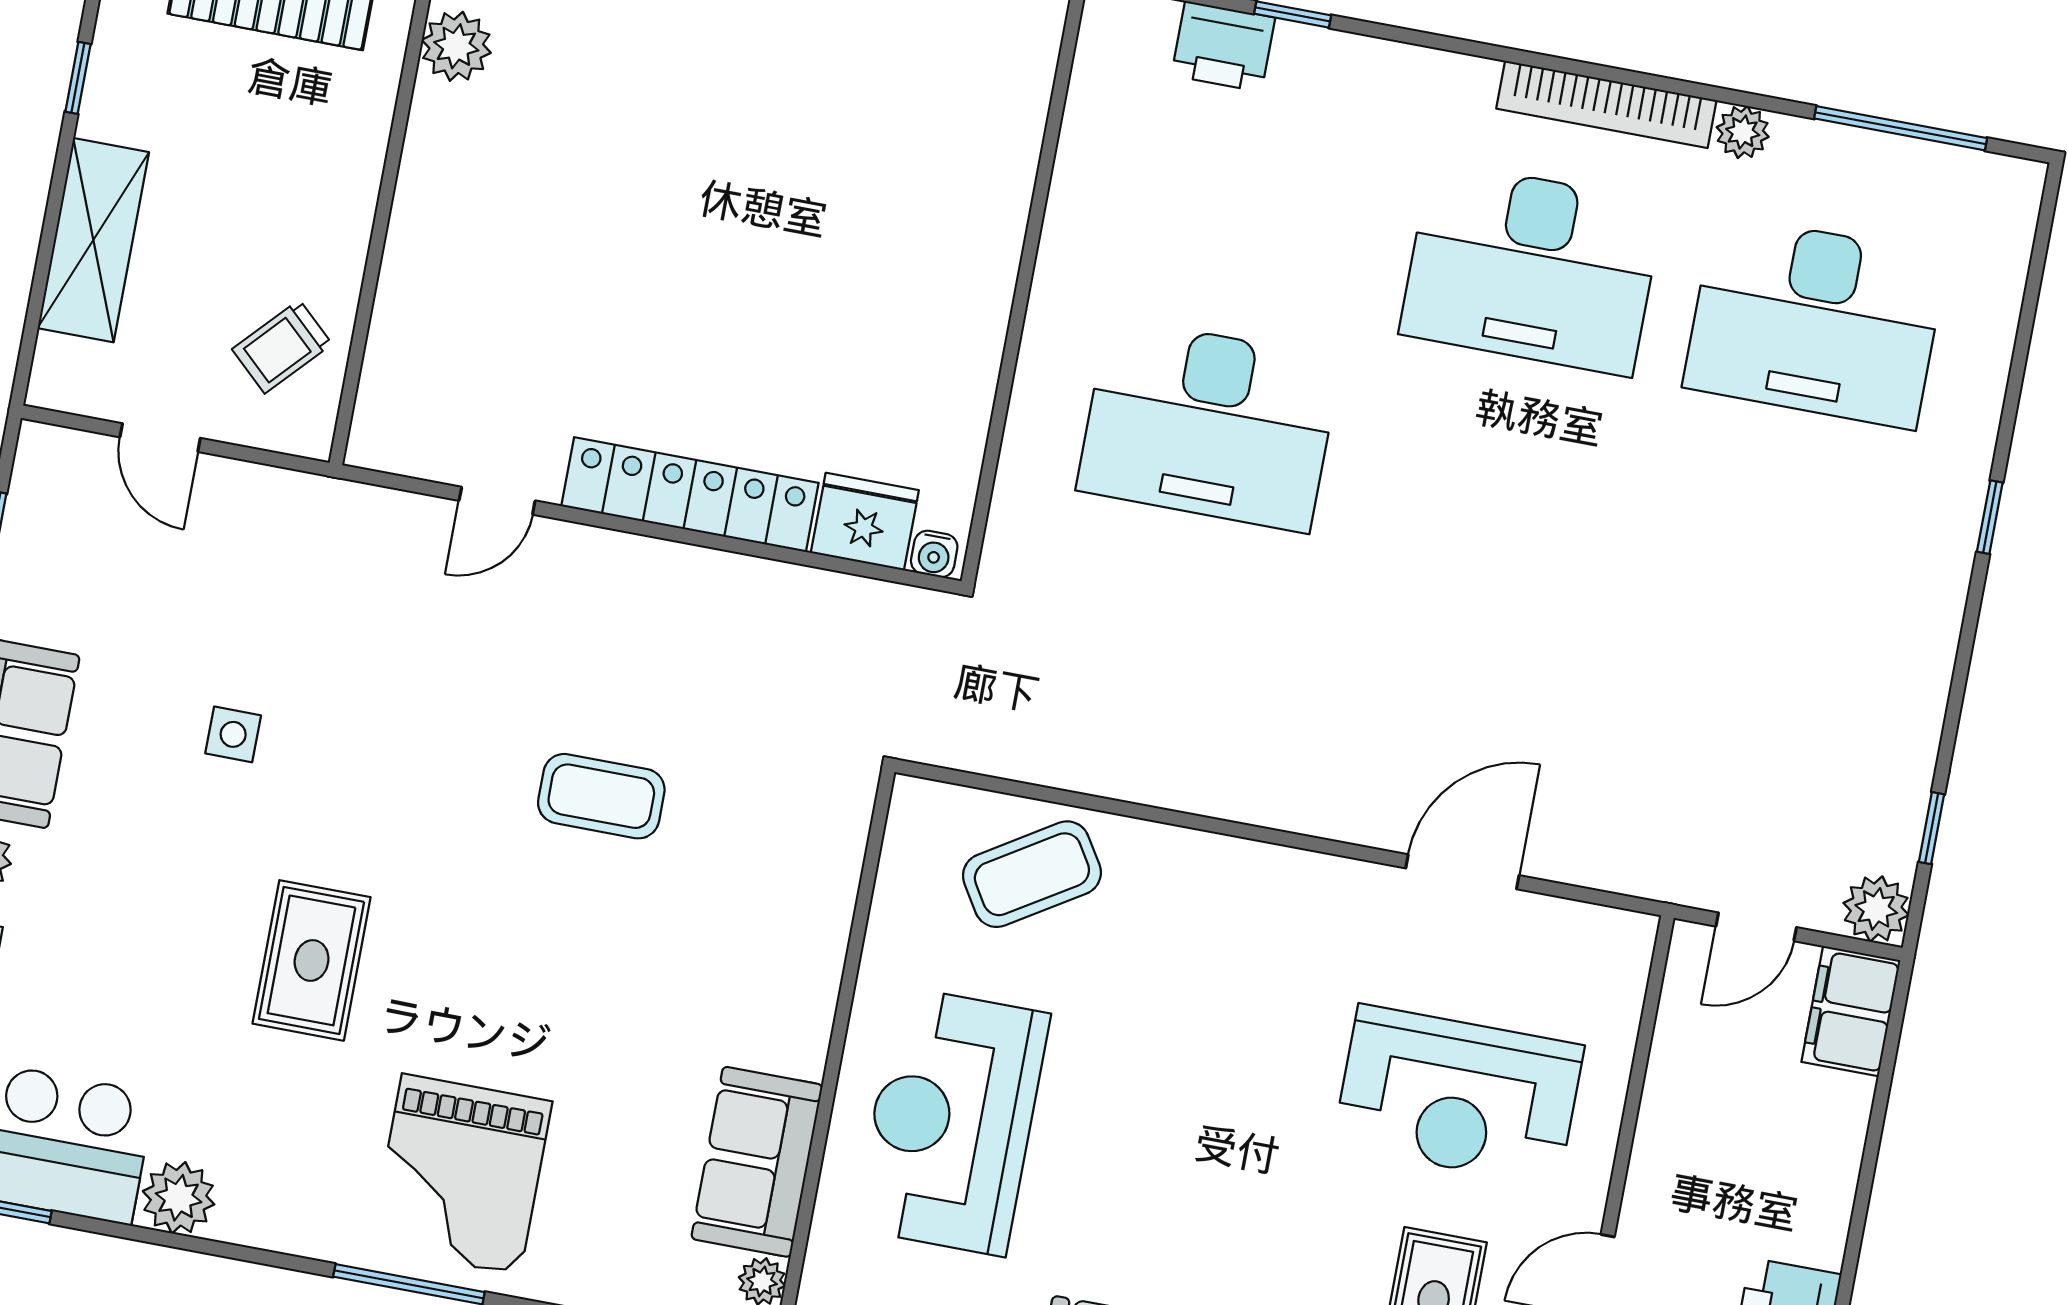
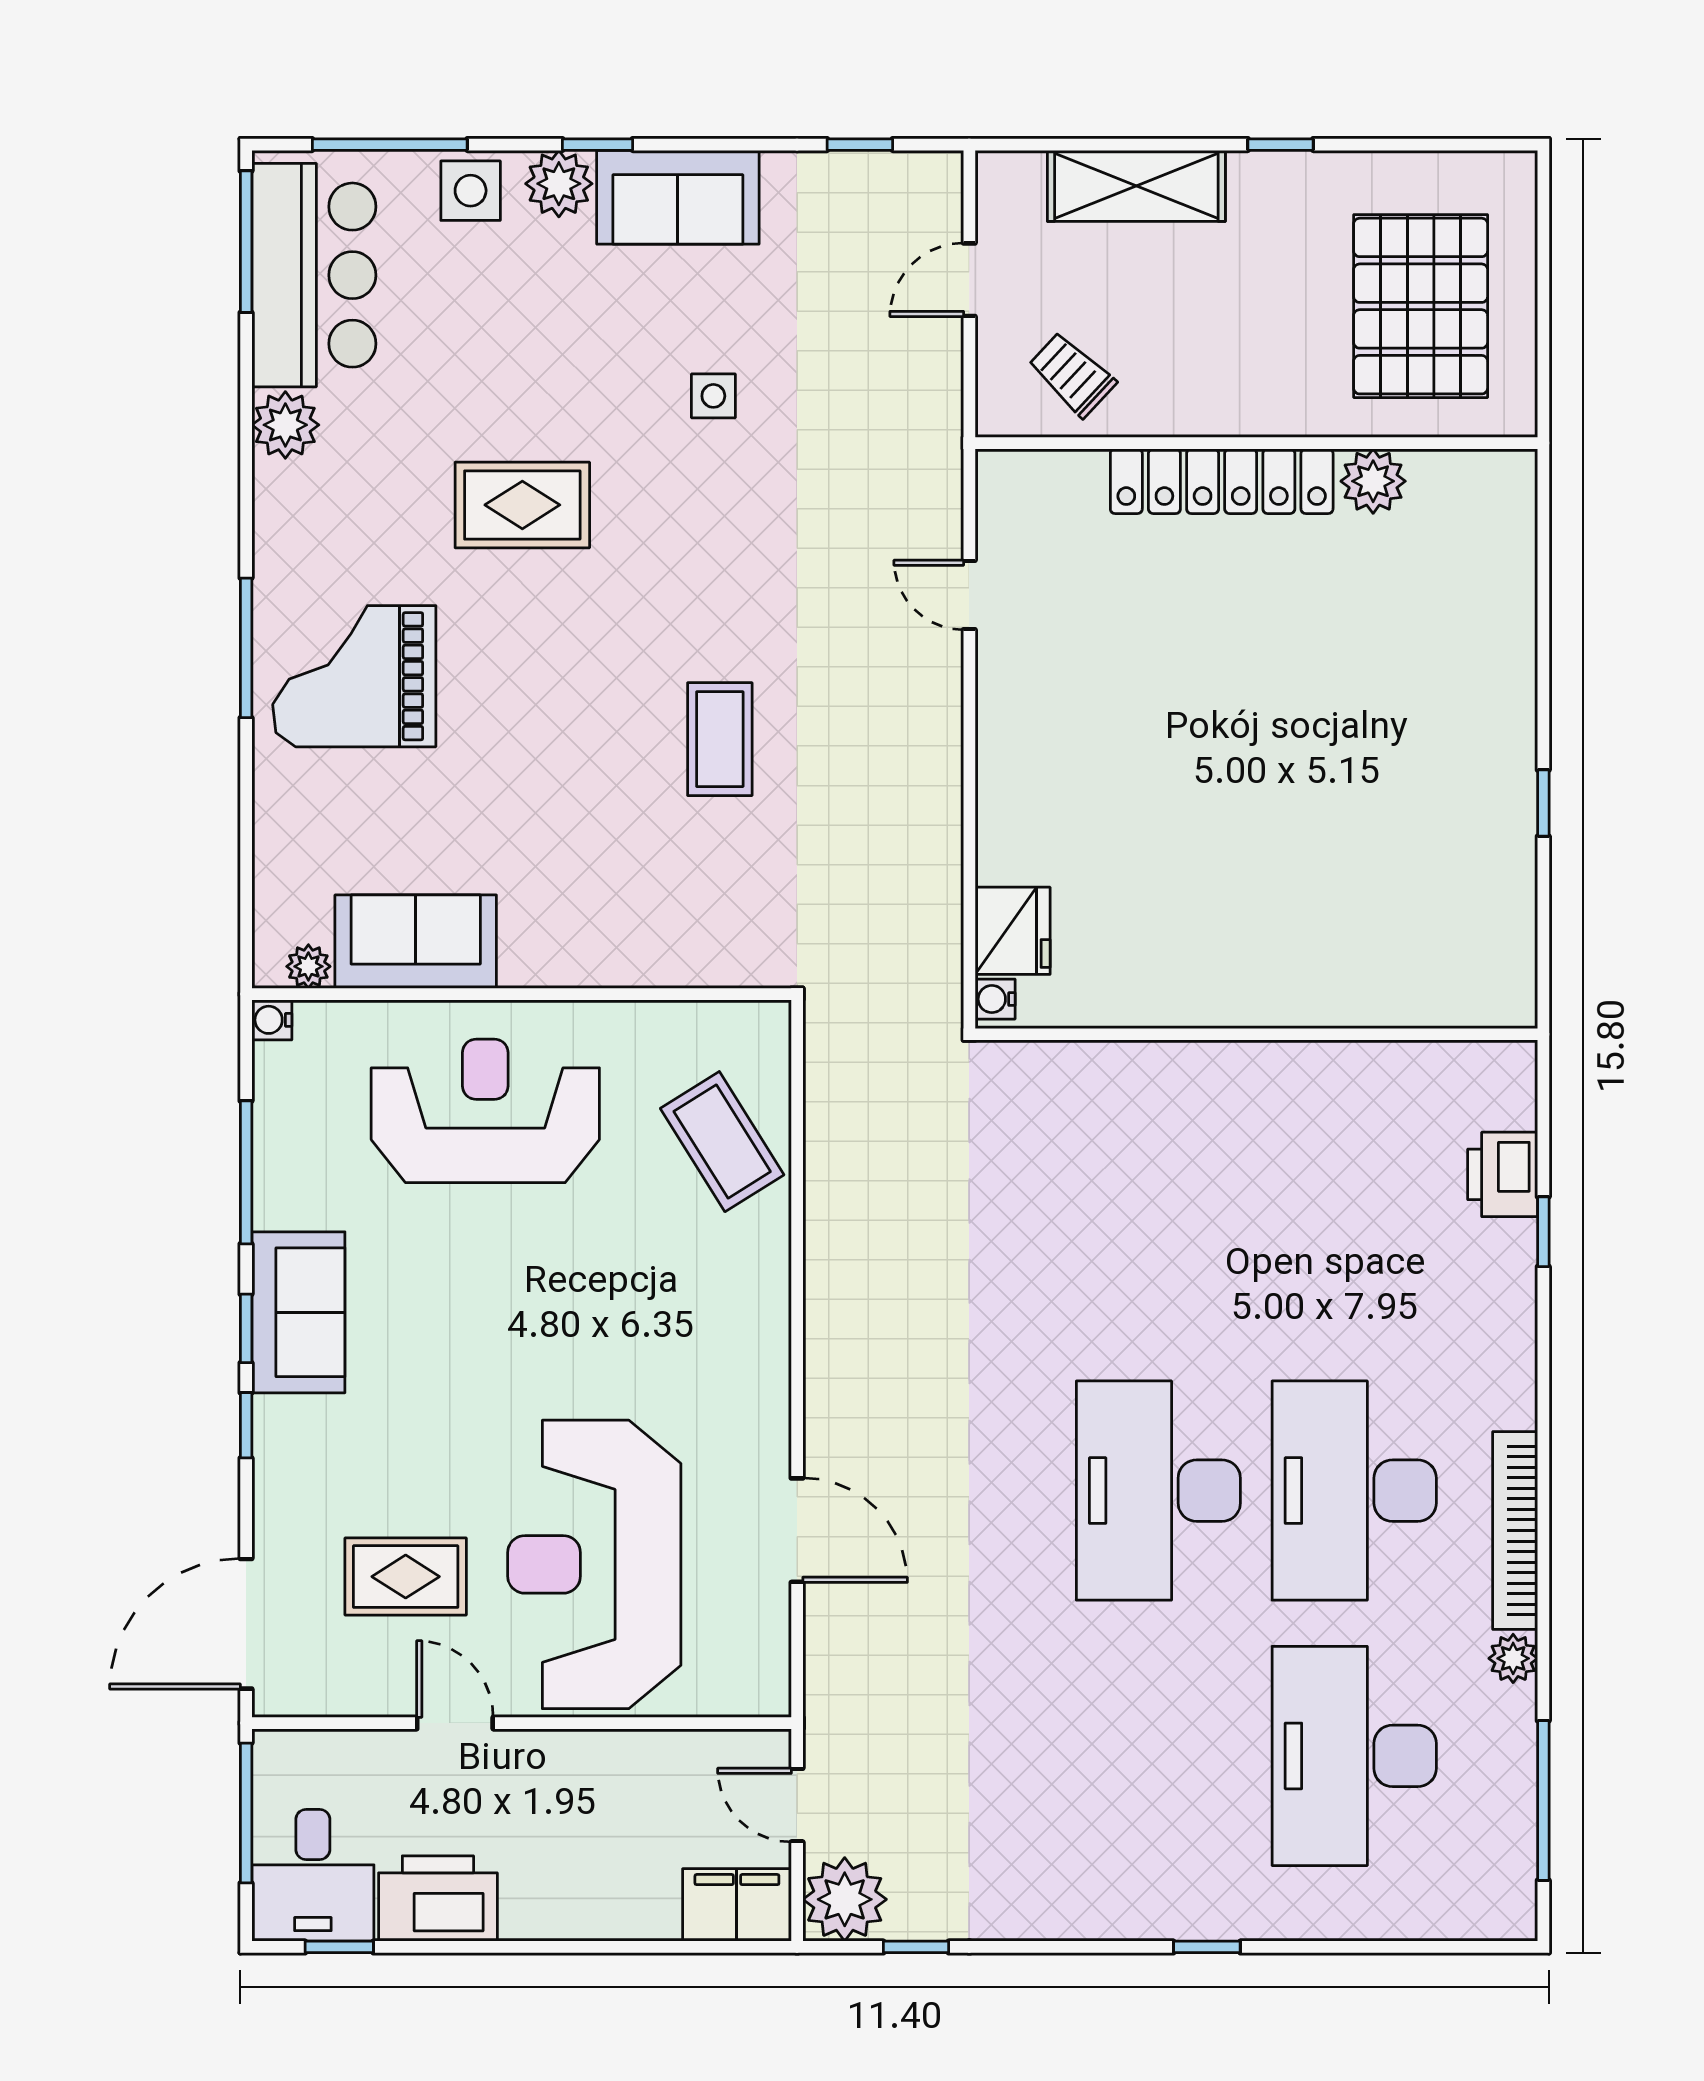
desk: (1209, 425) -> (1158, 1491), moved
locker: (690, 495) -> (1222, 481), moved, turned 90
plant: (1876, 909) -> (845, 1899), width x1.36, depth x1.36
reception desk: (1458, 1095) -> (594, 1564), width x1.36, depth x1.30

